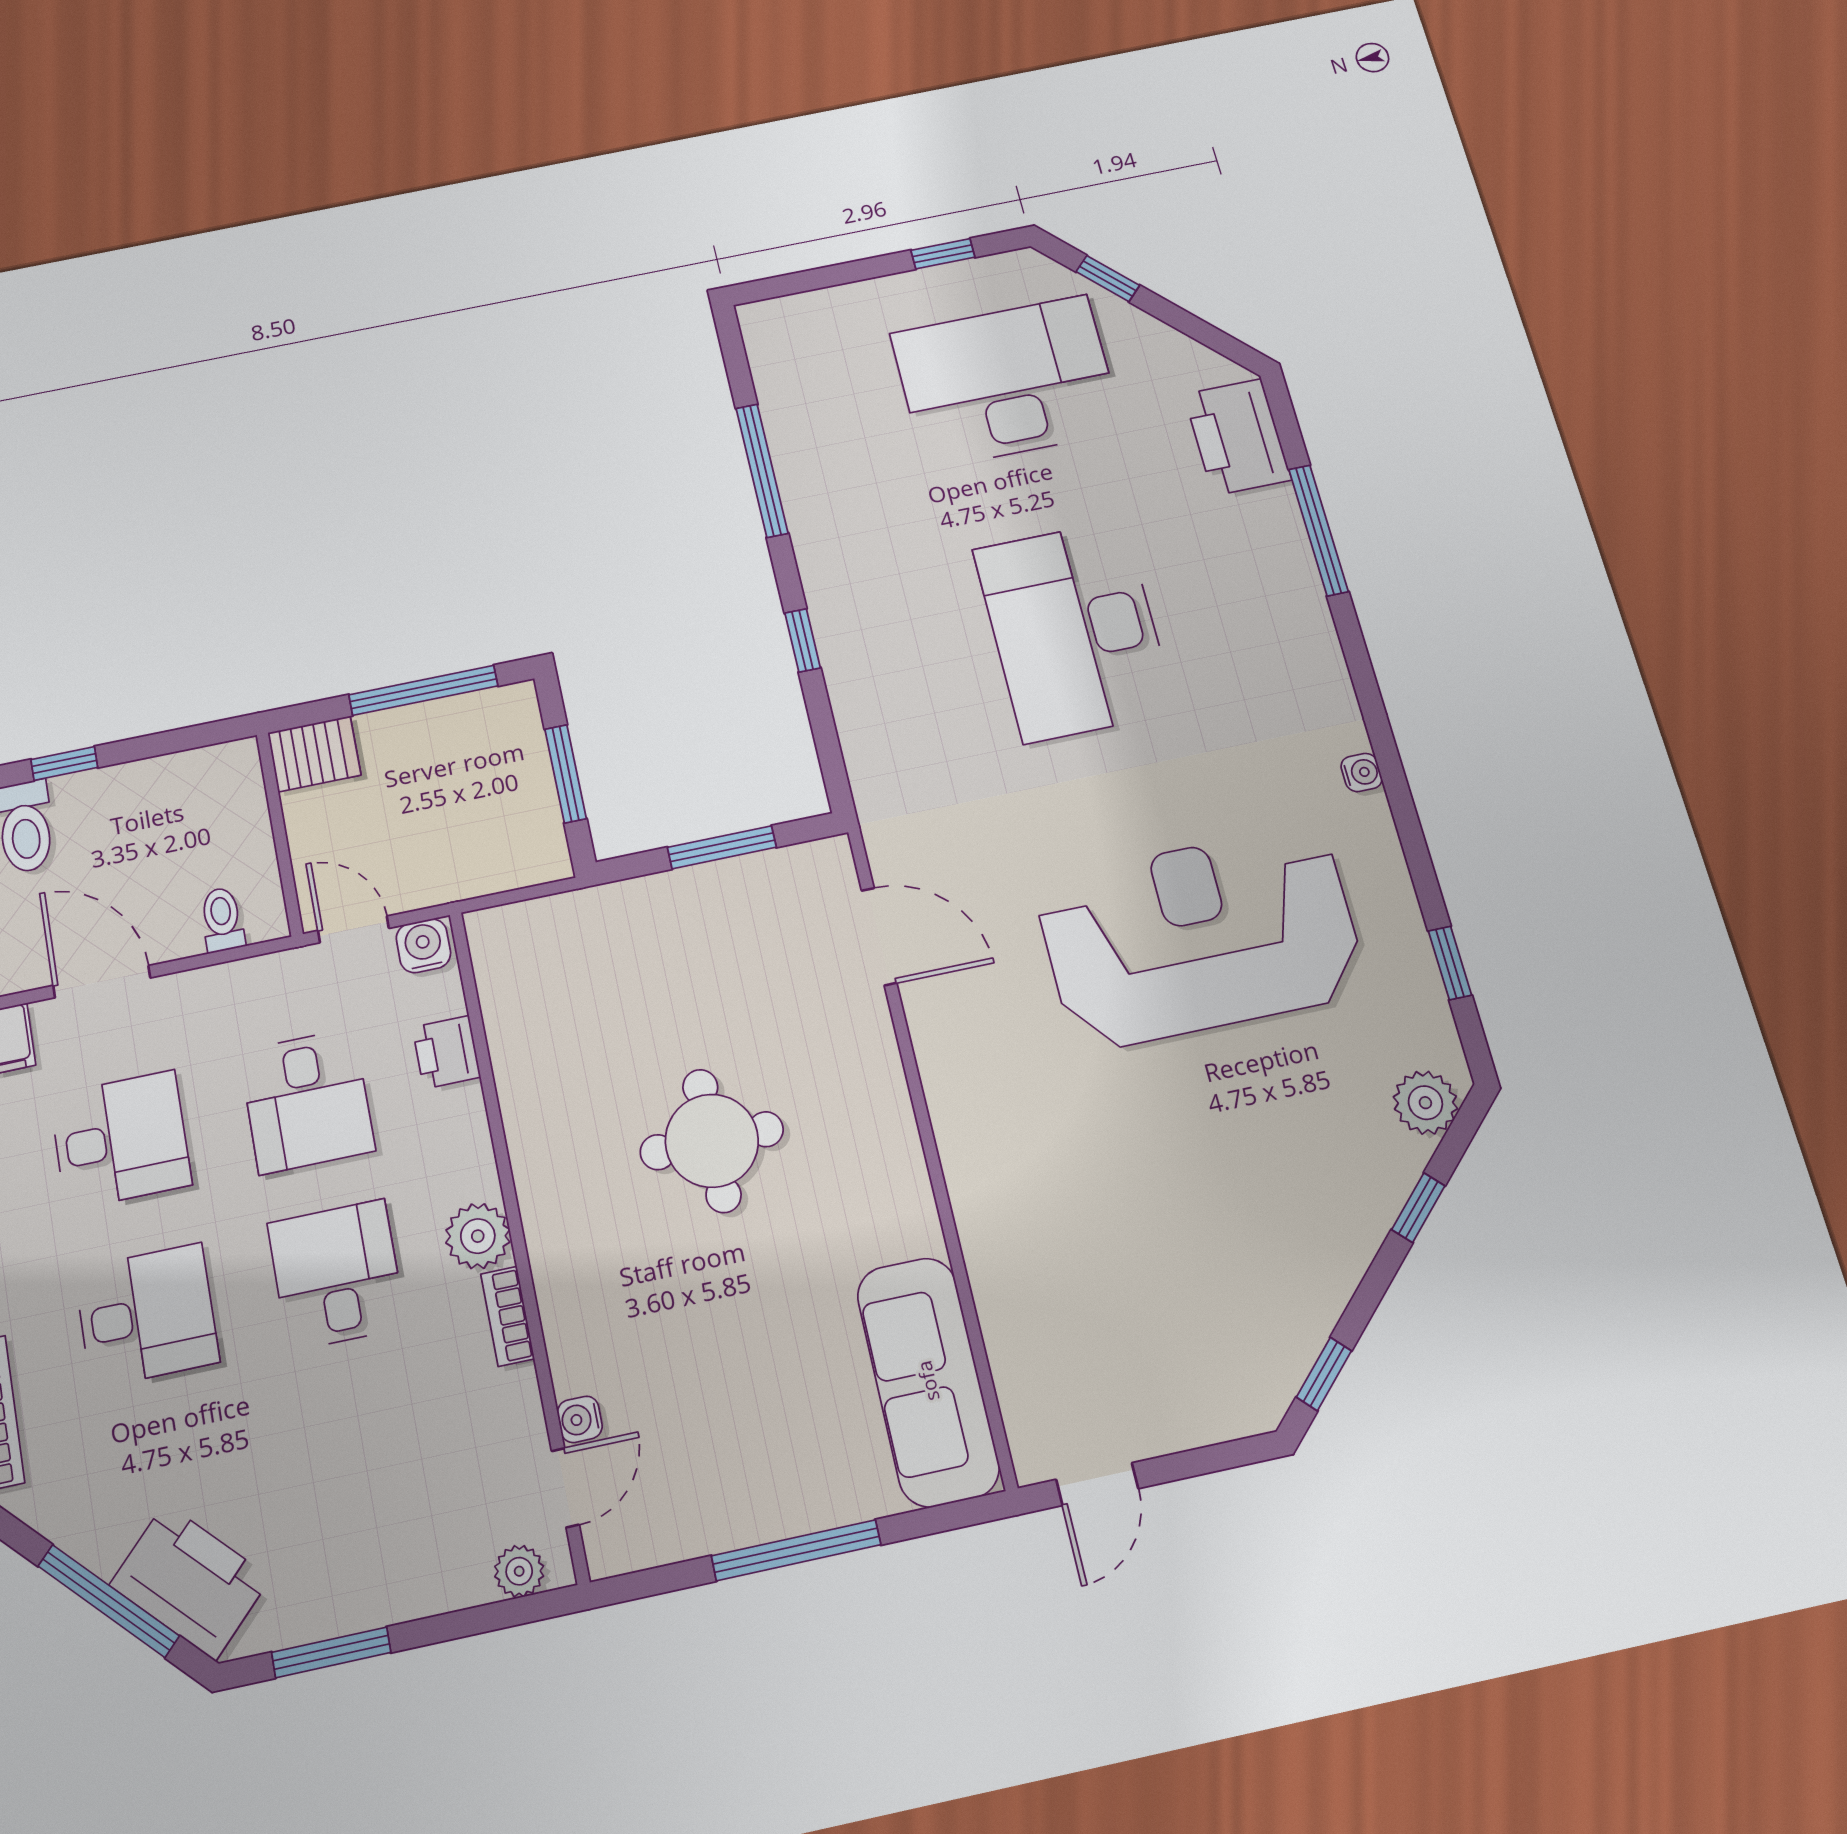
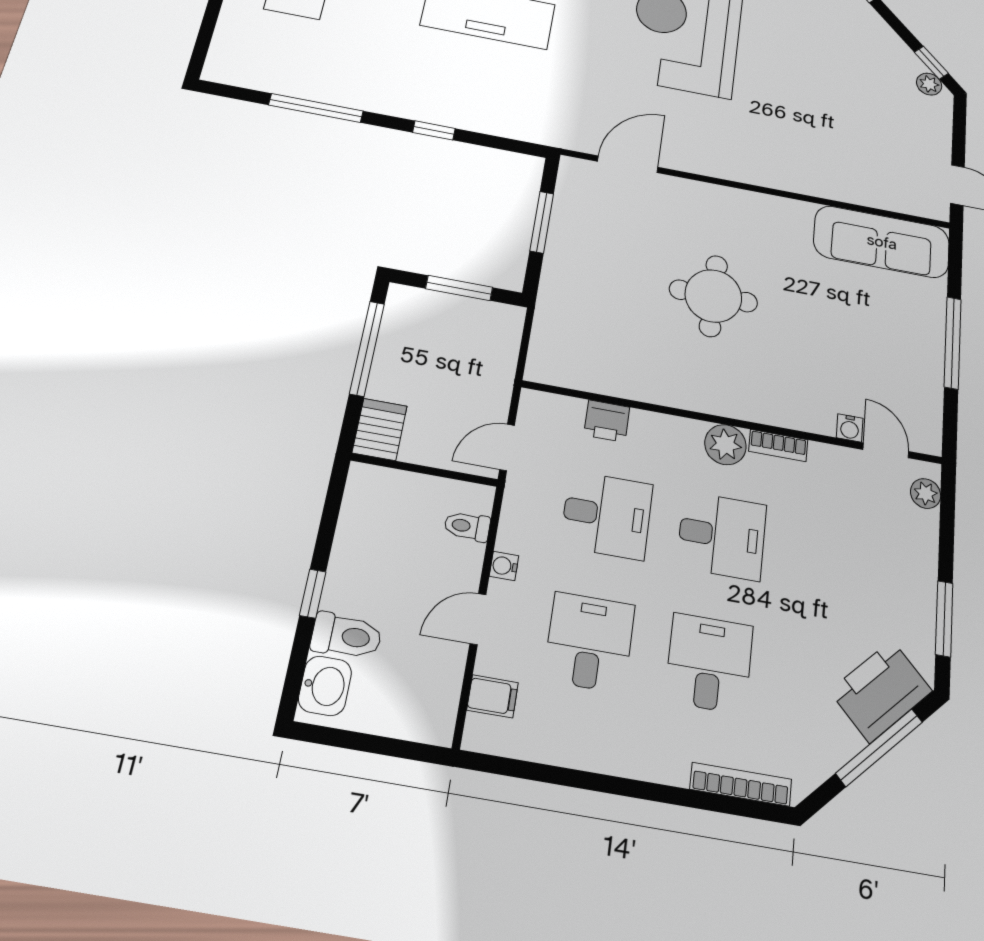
water cooler: (423, 946) -> (504, 566), moved, width x0.72, depth x0.72
door: (102, 982) -> (478, 619), width x0.73
desk: (337, 1275) -> (722, 536), turned 180
plant: (1277, 1381) -> (929, 84), added

